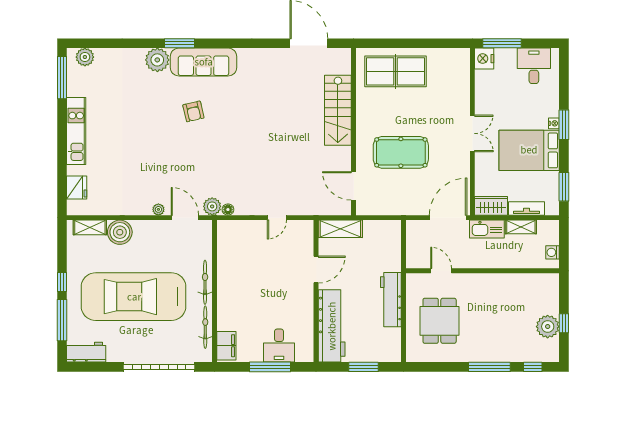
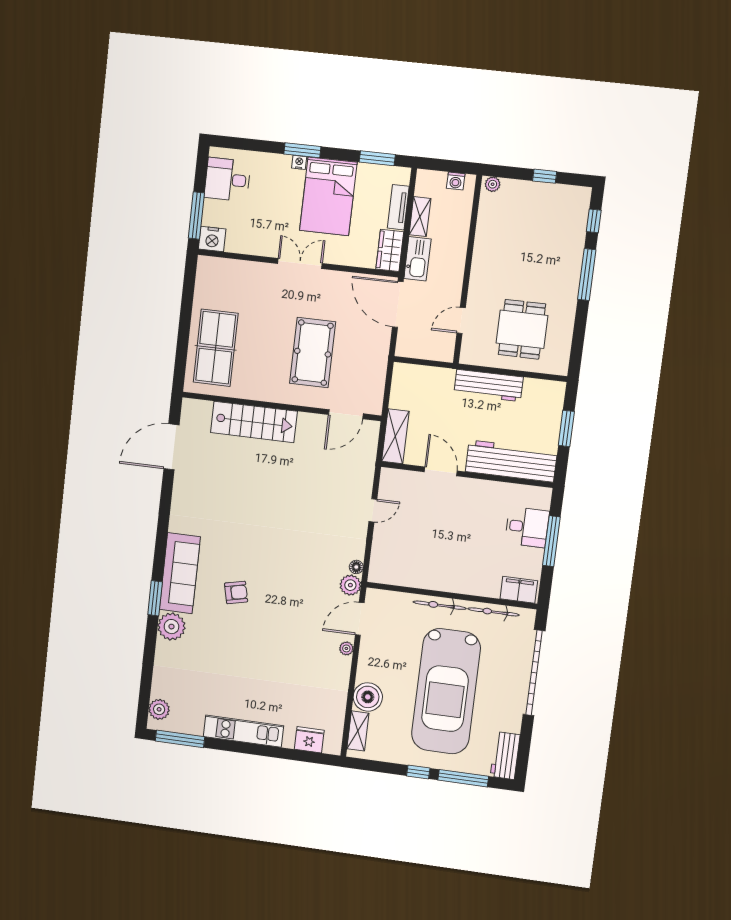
door: (277, 218) -> (373, 510), hinge flipped
dining table: (440, 321) -> (522, 329), turned 90
plant: (548, 327) -> (493, 184), moved, width x0.53, depth x0.53

